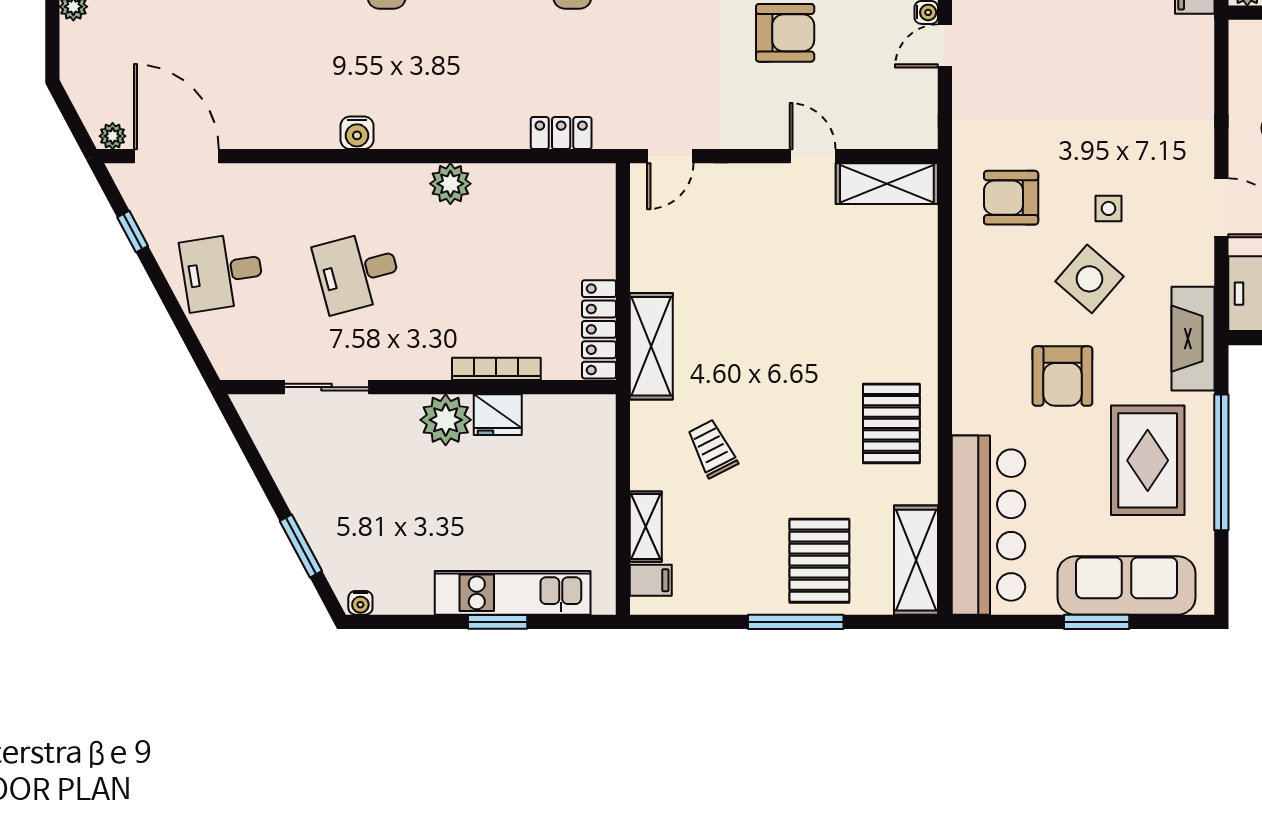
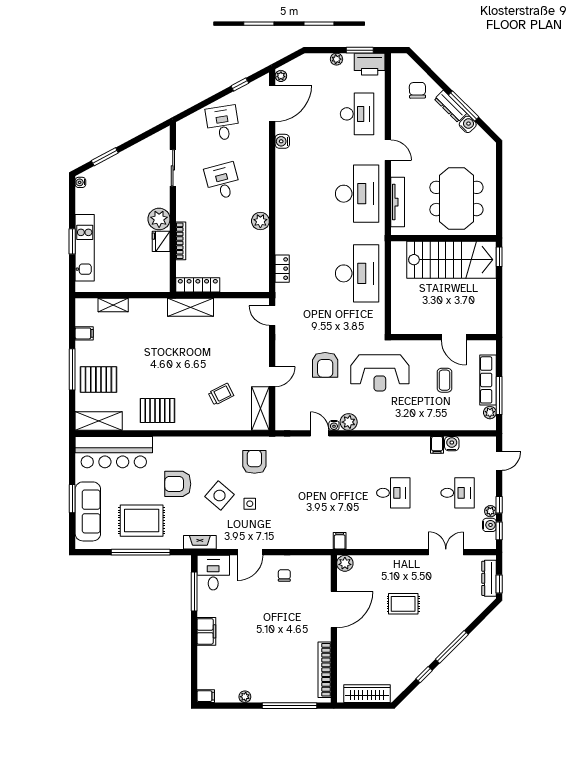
water cooler: (357, 133) -> (282, 141), moved
fireplace: (1193, 339) -> (200, 542), width x0.73, depth x0.76
trolley: (712, 449) -> (221, 394), moved
filing cabinet: (651, 580) -> (84, 333), moved, turned -90

